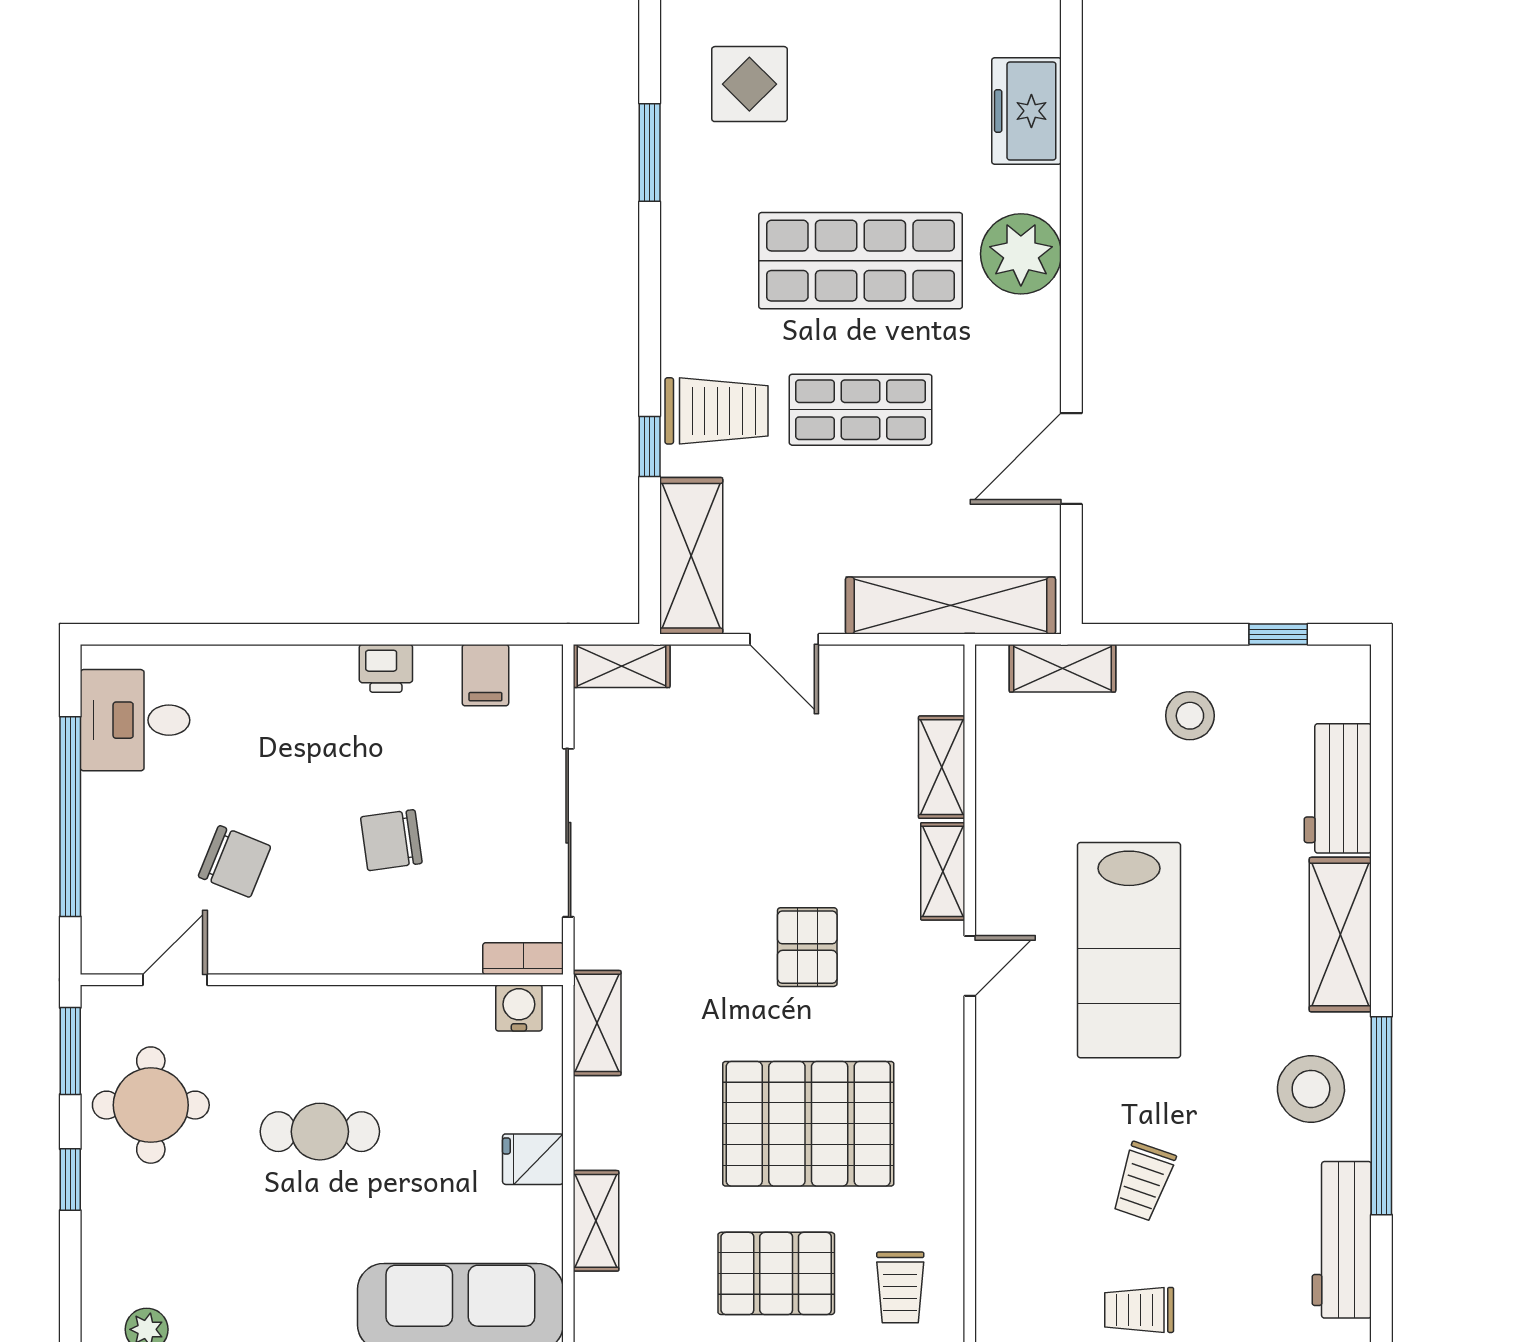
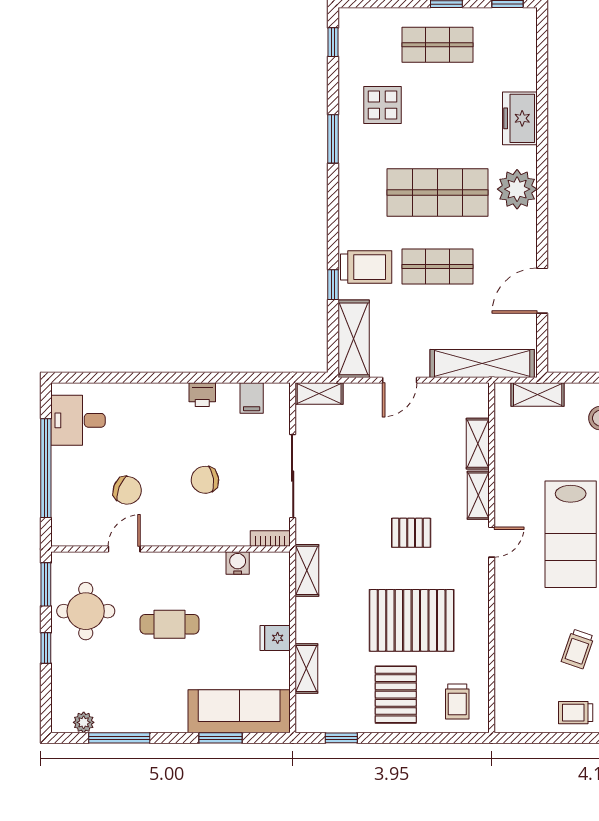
door: (784, 639) -> (400, 380), hinge flipped
pallet: (807, 947) -> (411, 533), turned 90
door: (175, 980) -> (124, 549), moved
water cooler: (519, 1008) -> (238, 563), moved
pallet: (776, 1273) -> (396, 695), turned 90

